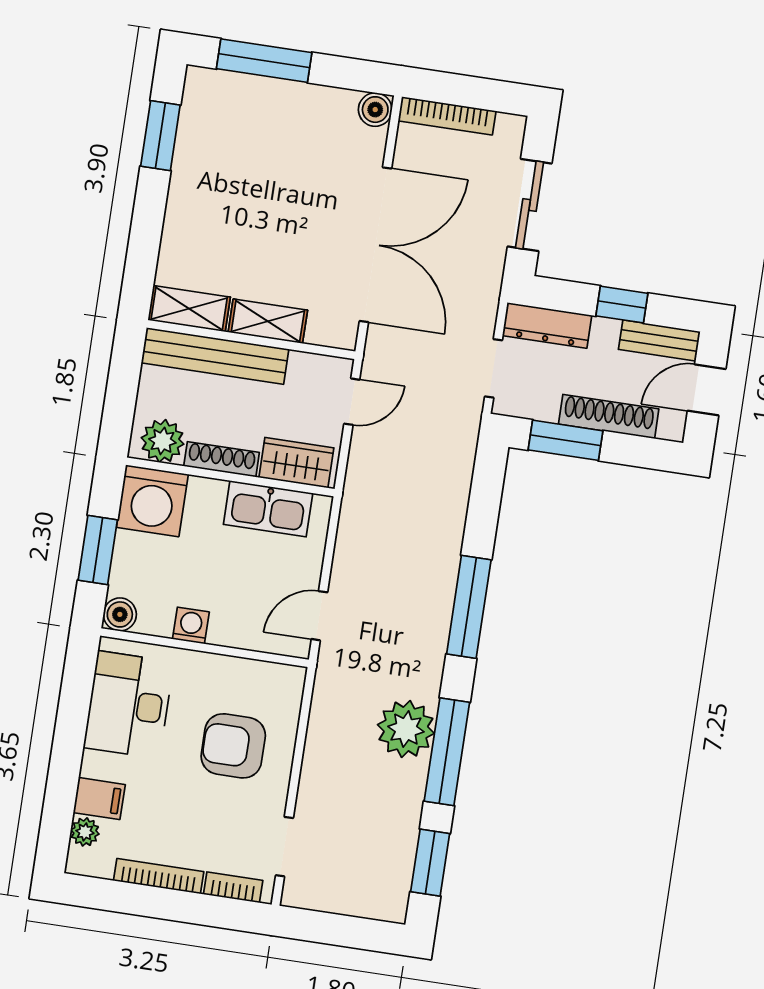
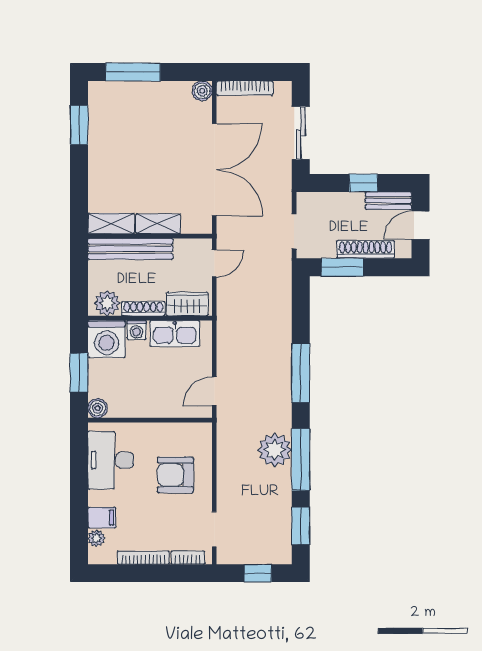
dresser: (547, 325) -> (322, 202), removed
washing machine: (191, 625) -> (137, 330), moved, turned 180
window: (346, 931) -> (258, 573), added

